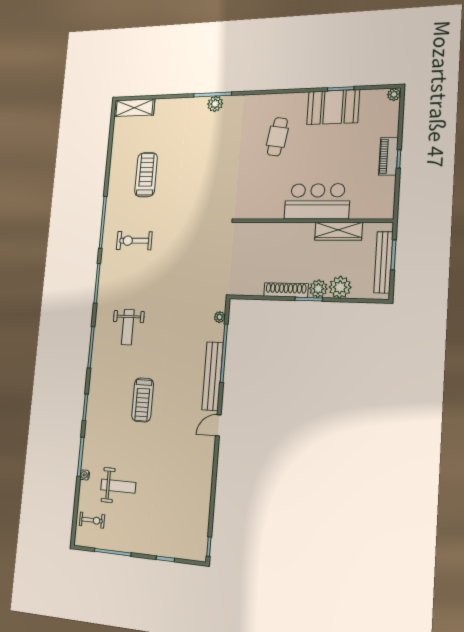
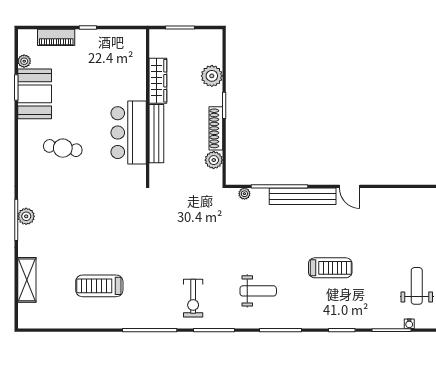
plant: (394, 94) -> (24, 61), moved
shelving: (134, 108) -> (27, 280), moved
piano: (388, 156) -> (56, 37), moved
bar counter: (317, 201) -> (129, 133), moved
exercise bike: (134, 241) -> (193, 298), moved
bench: (383, 262) -> (156, 134), moved, turned 90
plant: (318, 289) -> (214, 160), moved

